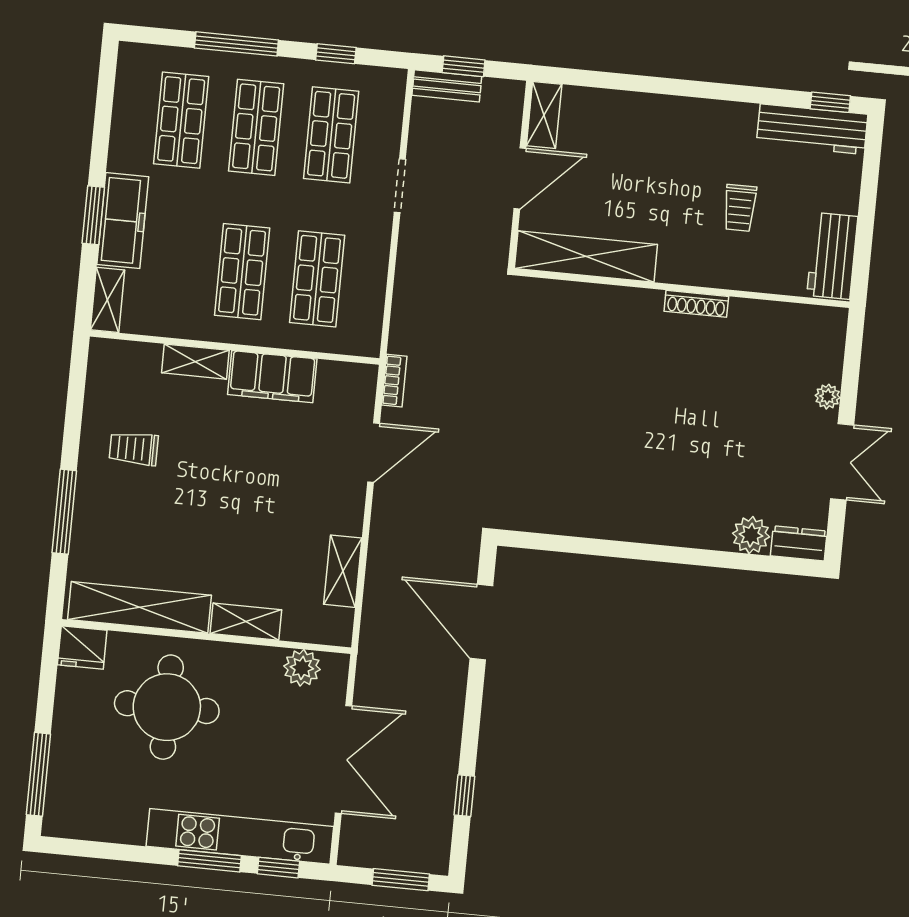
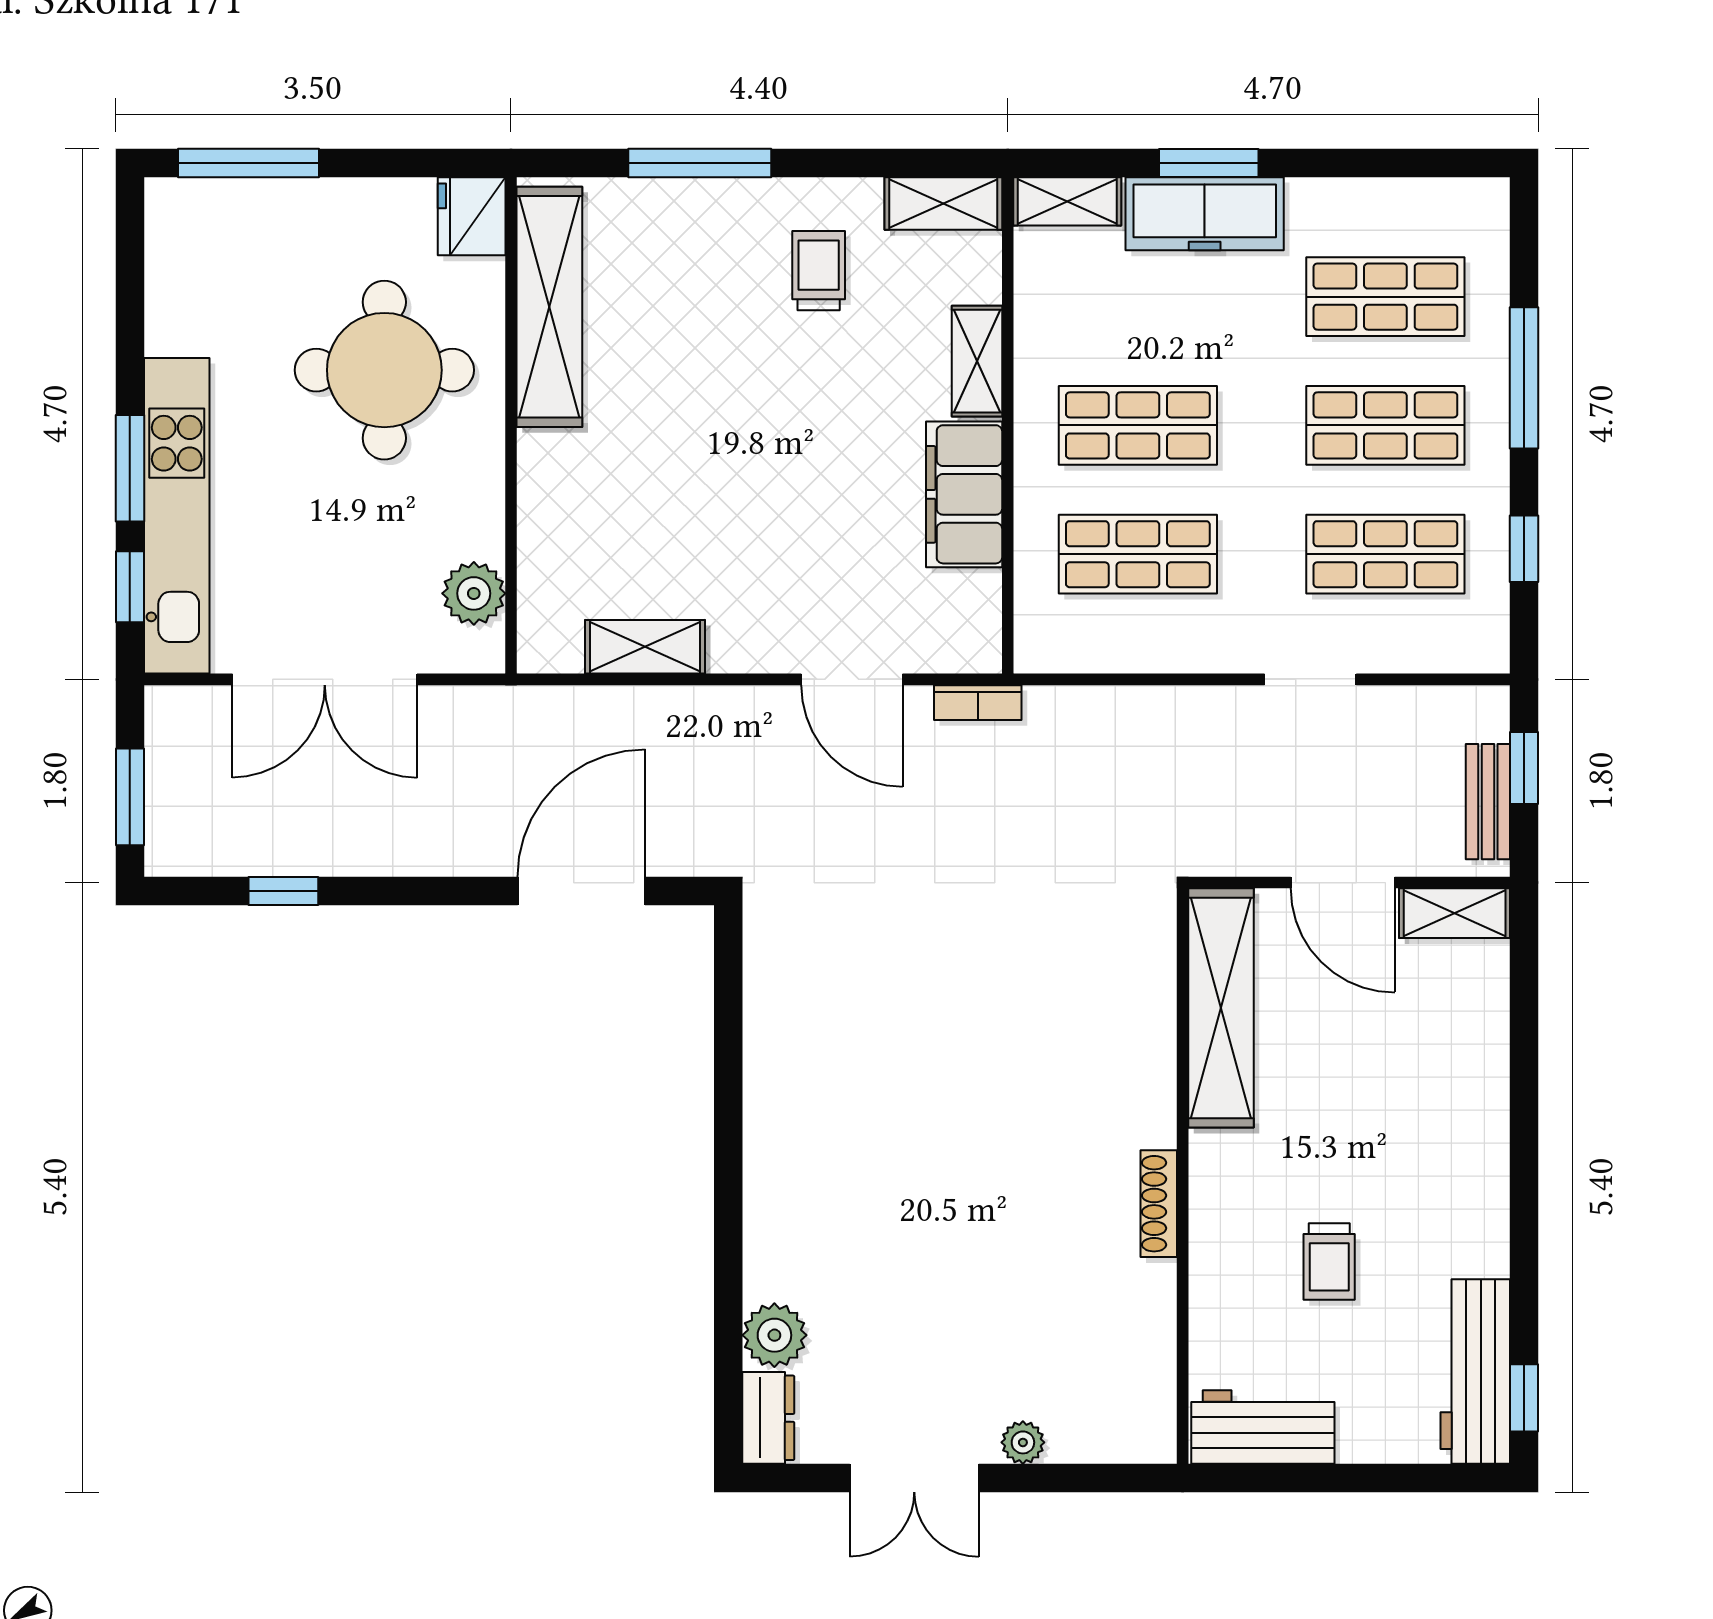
bench: (447, 86) -> (1488, 802), moved
trolley: (740, 208) -> (1329, 1262), turned -90
shelving: (246, 622) -> (943, 203), moved, turned 90

